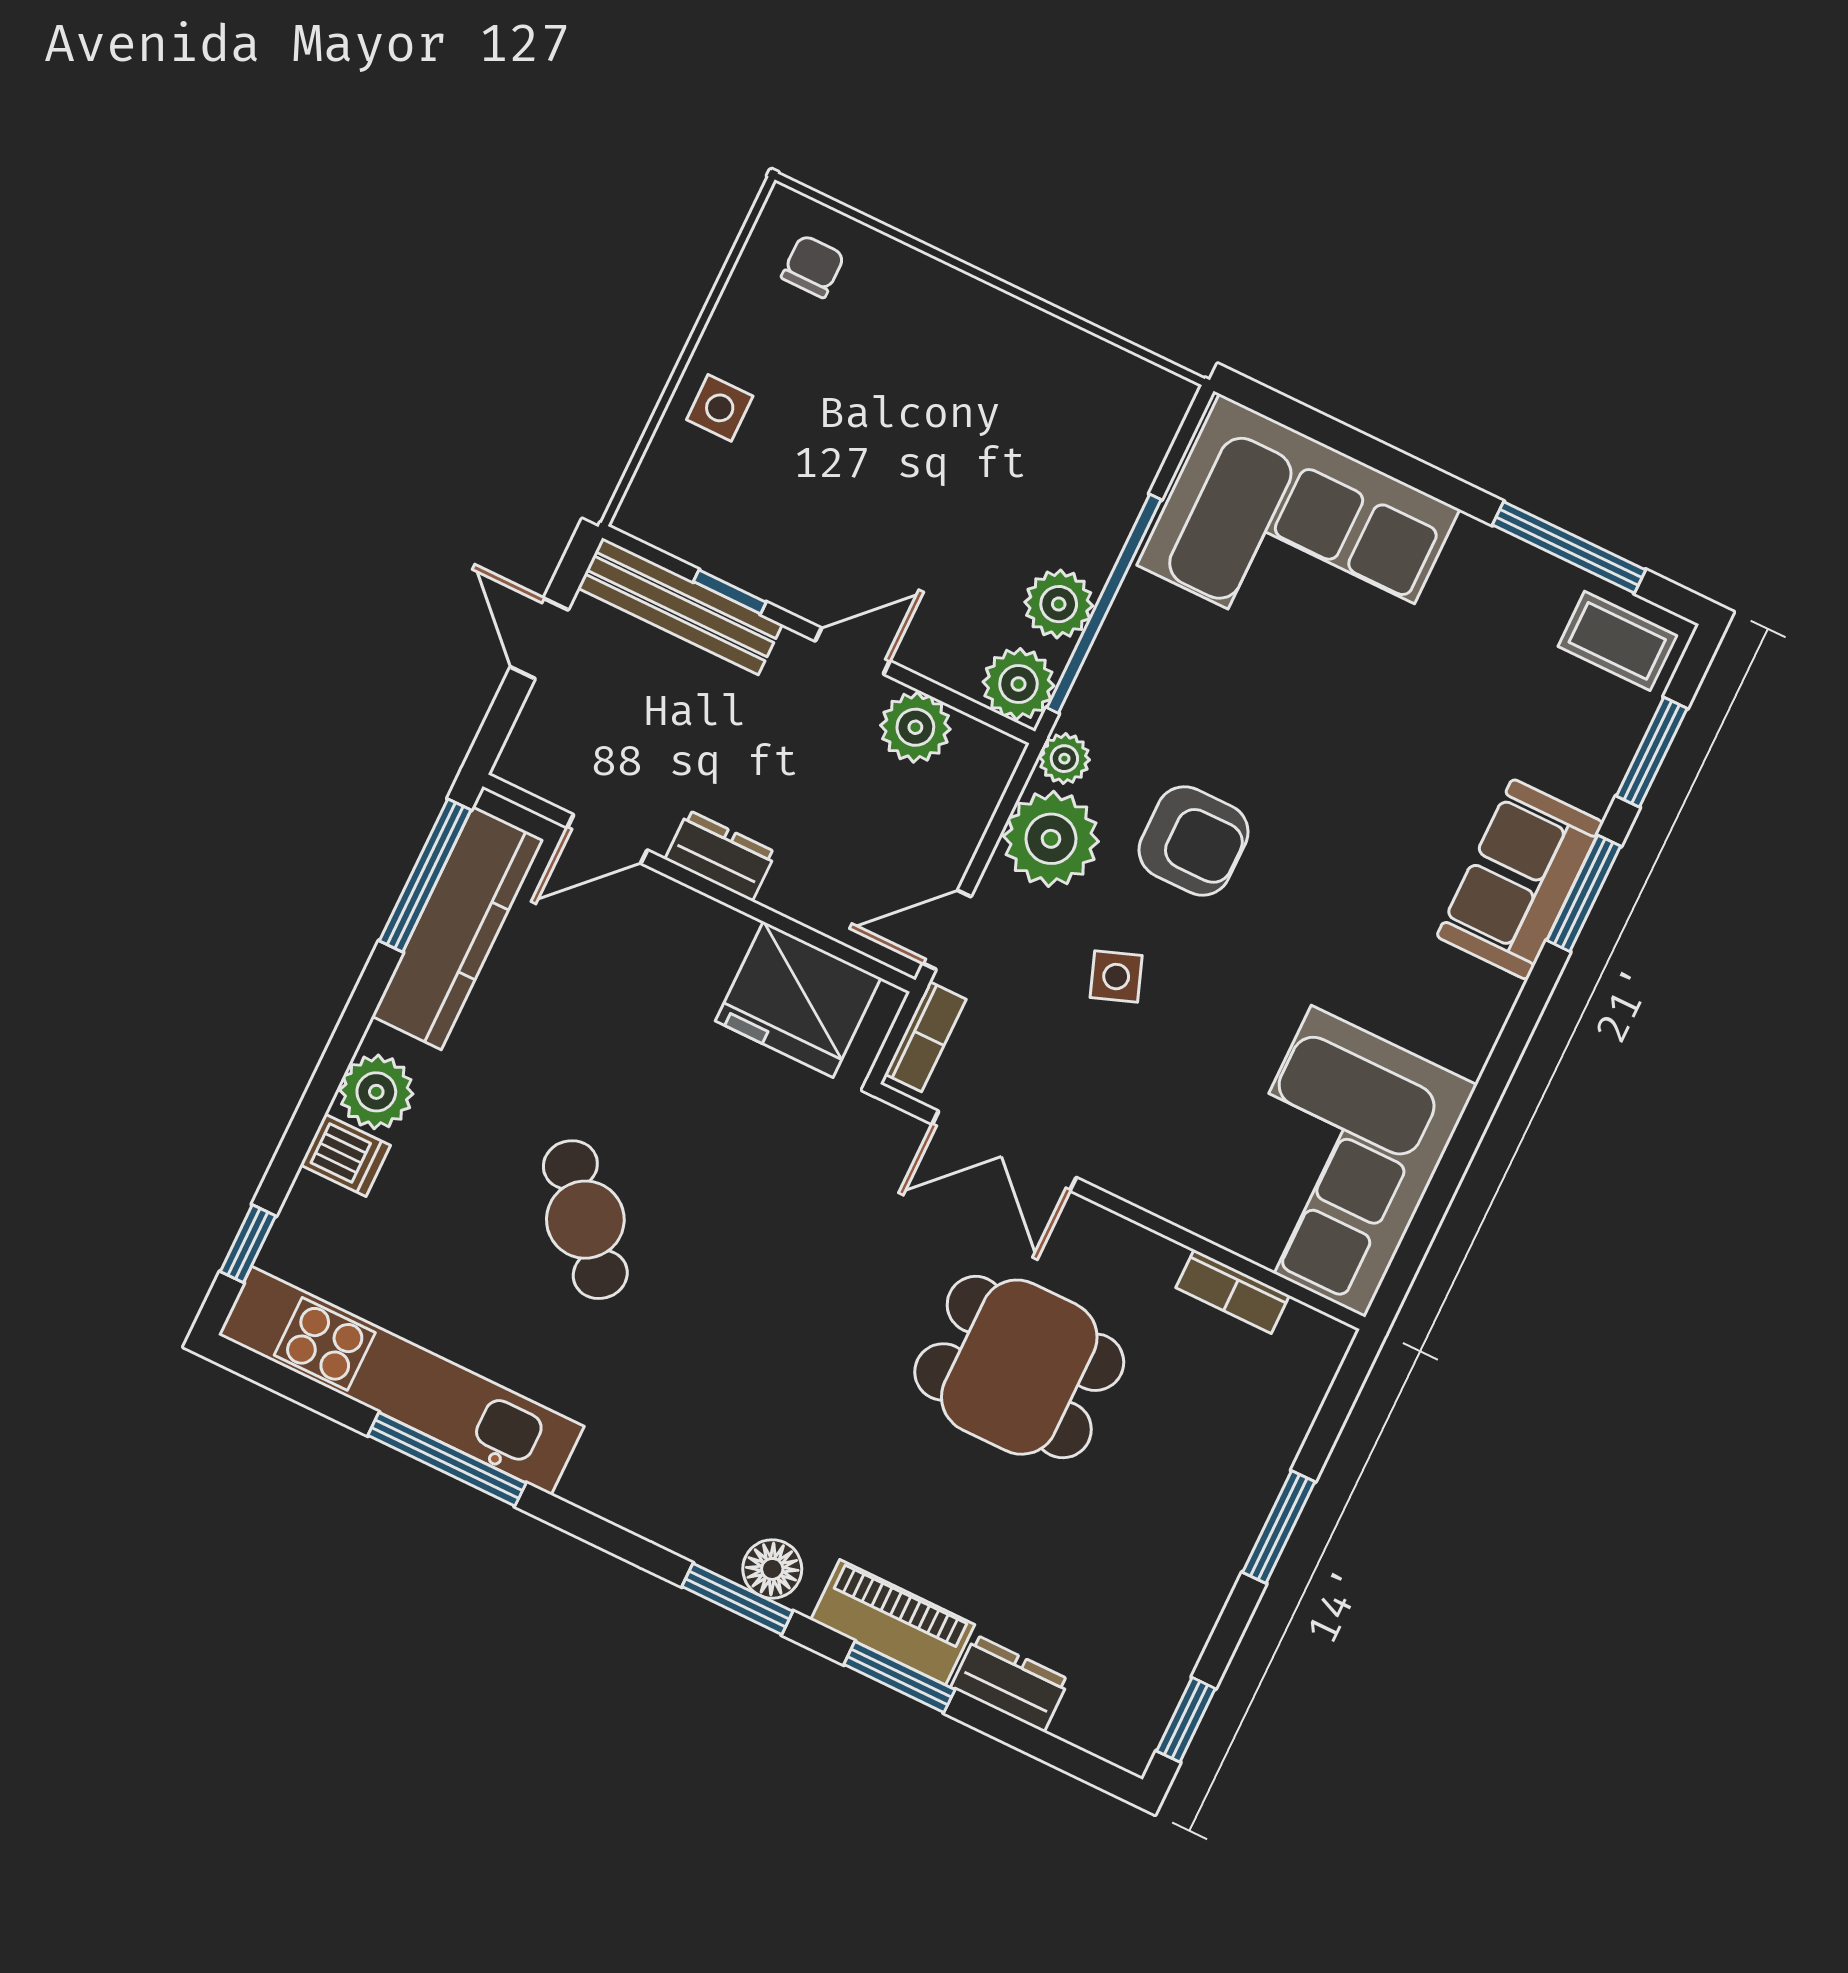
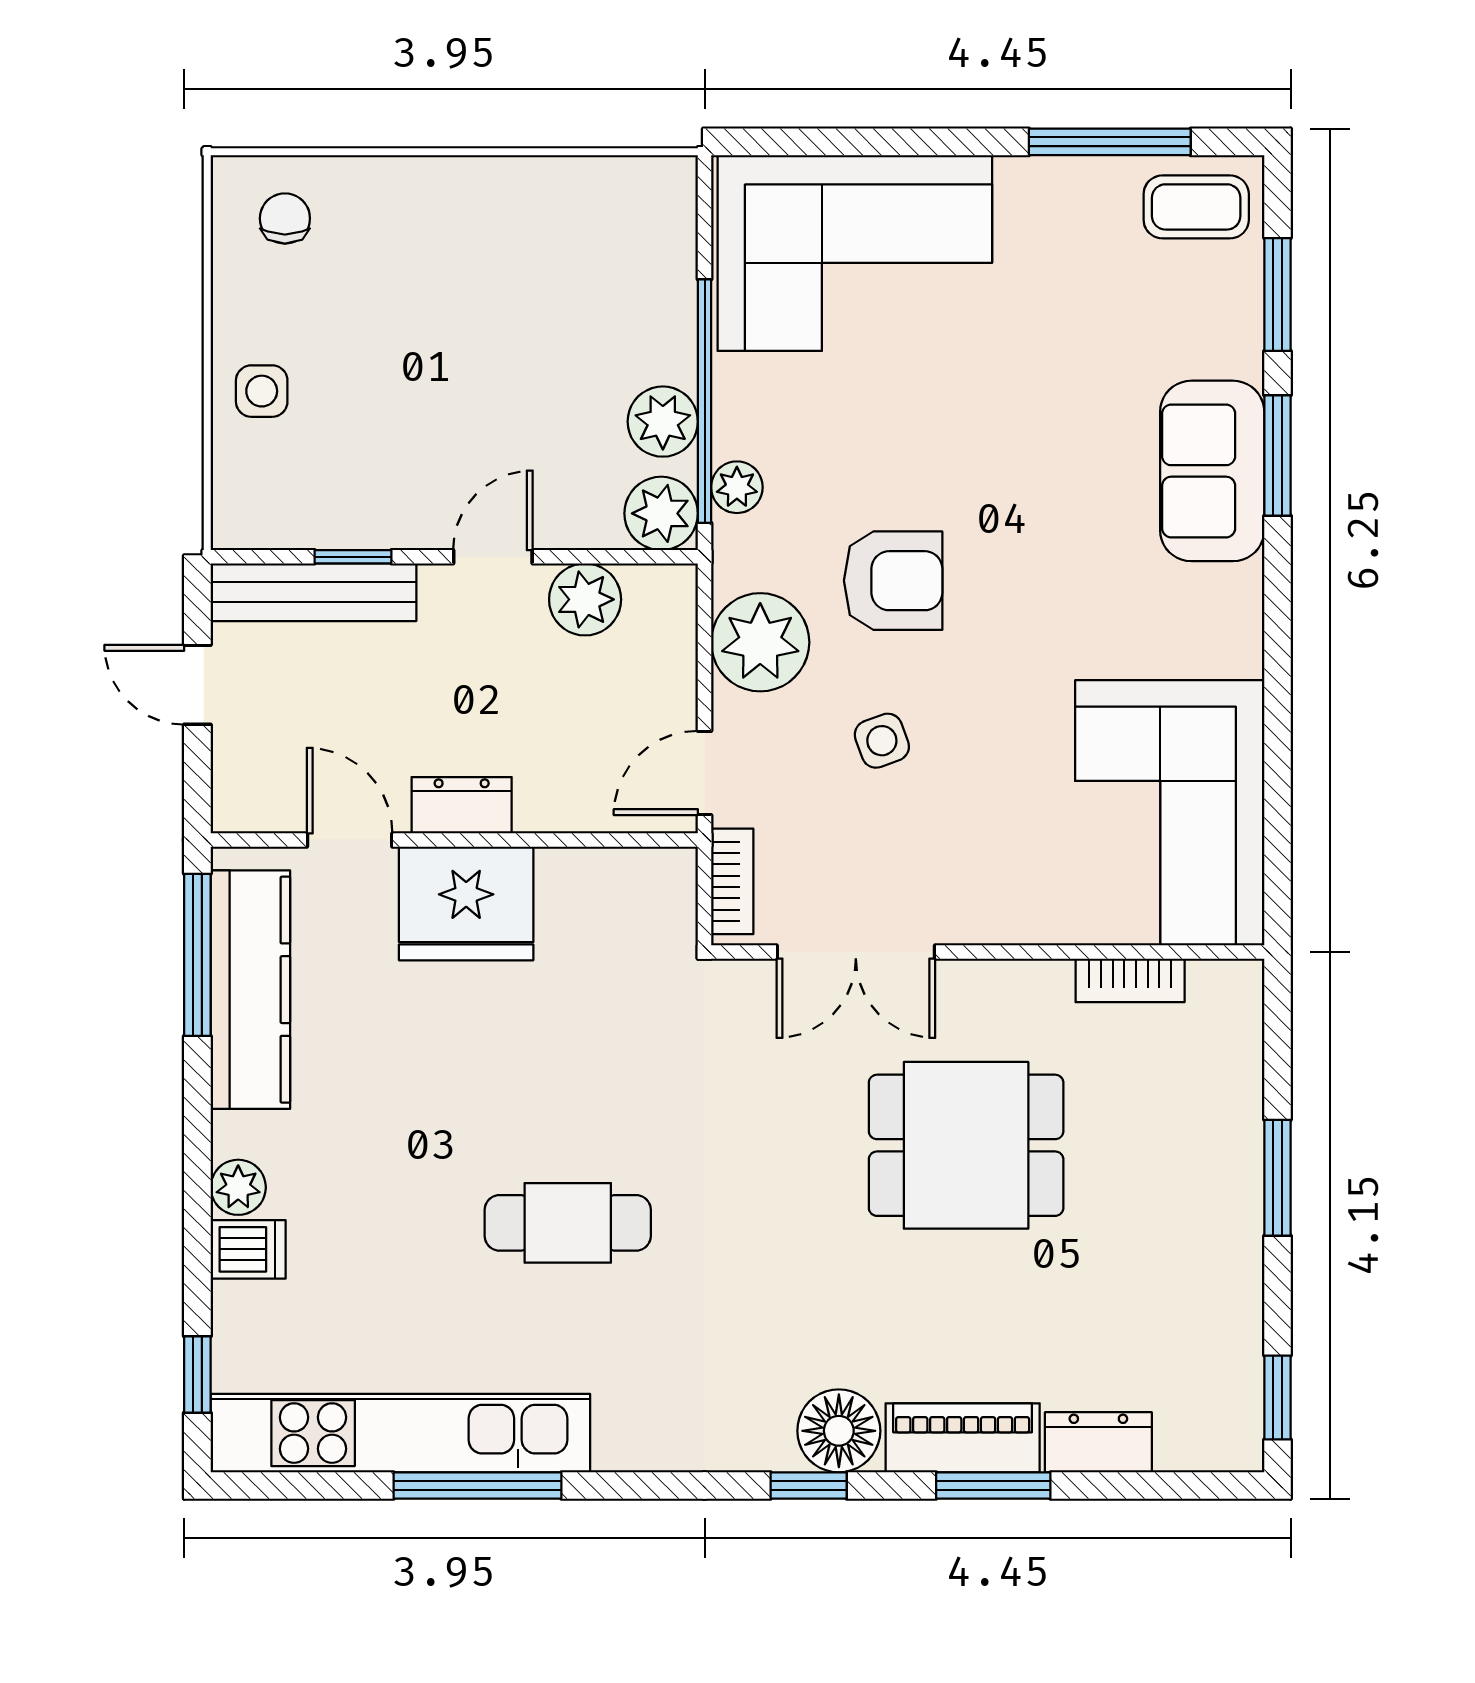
plant: (1064, 759) -> (737, 487), moved
door: (607, 839) -> (350, 840), swing flipped
fridge: (798, 999) -> (466, 903), moved
plant: (376, 1092) -> (238, 1187), width x0.73, depth x0.73
cafe table: (585, 1220) -> (568, 1223), moved, turned -49
floor lamp: (772, 1569) -> (839, 1431), width x1.38, depth x1.38
window: (737, 1599) -> (809, 1485), width x0.67

